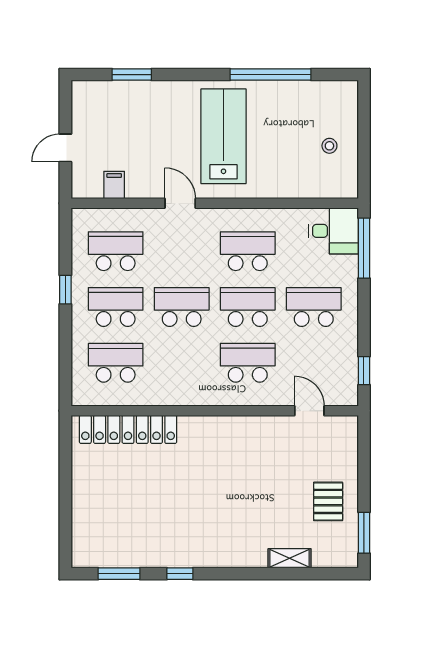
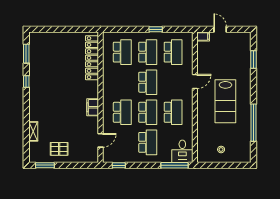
lab bench: (223, 136) -> (225, 101), turned 90
filing cabinet: (114, 185) -> (203, 37), moved
filing cabinet: (237, 428) -> (93, 107), added

